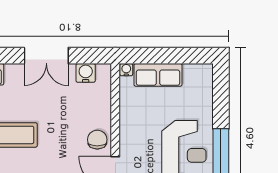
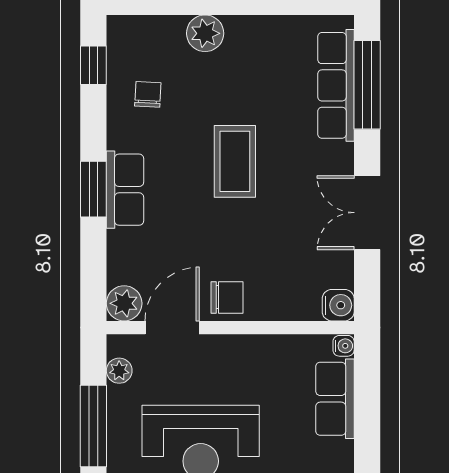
water cooler: (86, 73) -> (338, 305), moved

